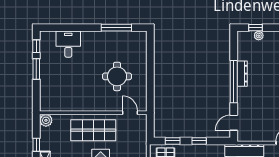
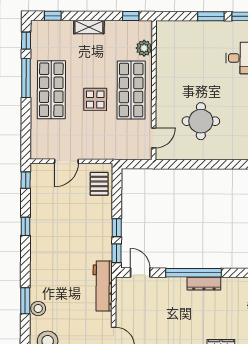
plant: (46, 120) -> (144, 48), moved
window: (173, 141) -> (117, 253), moved
window: (36, 145) -> (131, 16), moved

